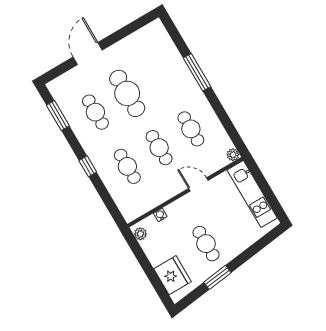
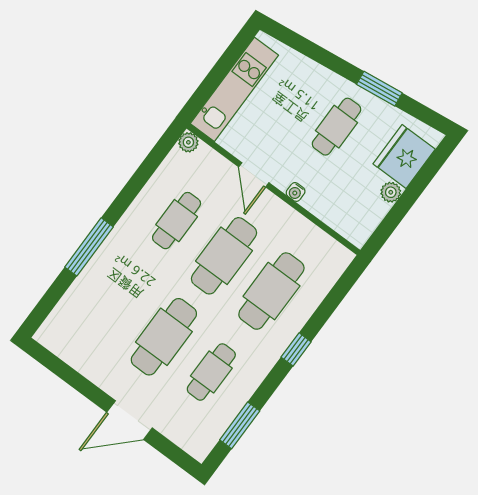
cafe table: (159, 148) -> (224, 256), width x1.37, depth x1.35
cafe table: (127, 166) -> (271, 291), width x1.37, depth x1.35
water cooler: (160, 215) -> (296, 192), moved
plant: (140, 234) -> (391, 192), moved

